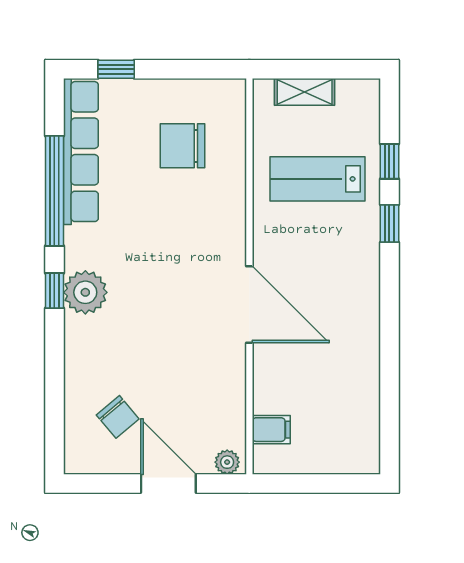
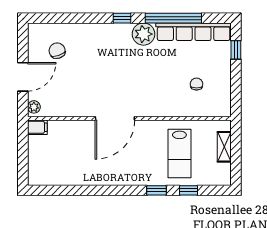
chair: (183, 146) -> (197, 84), width x0.54, depth x0.54
lab bench: (317, 179) -> (179, 153), turned 180
plant: (85, 292) -> (144, 34), moved
chair: (118, 417) -> (57, 51), turned 112
filing cabinet: (271, 430) -> (37, 127), moved, turned -90

